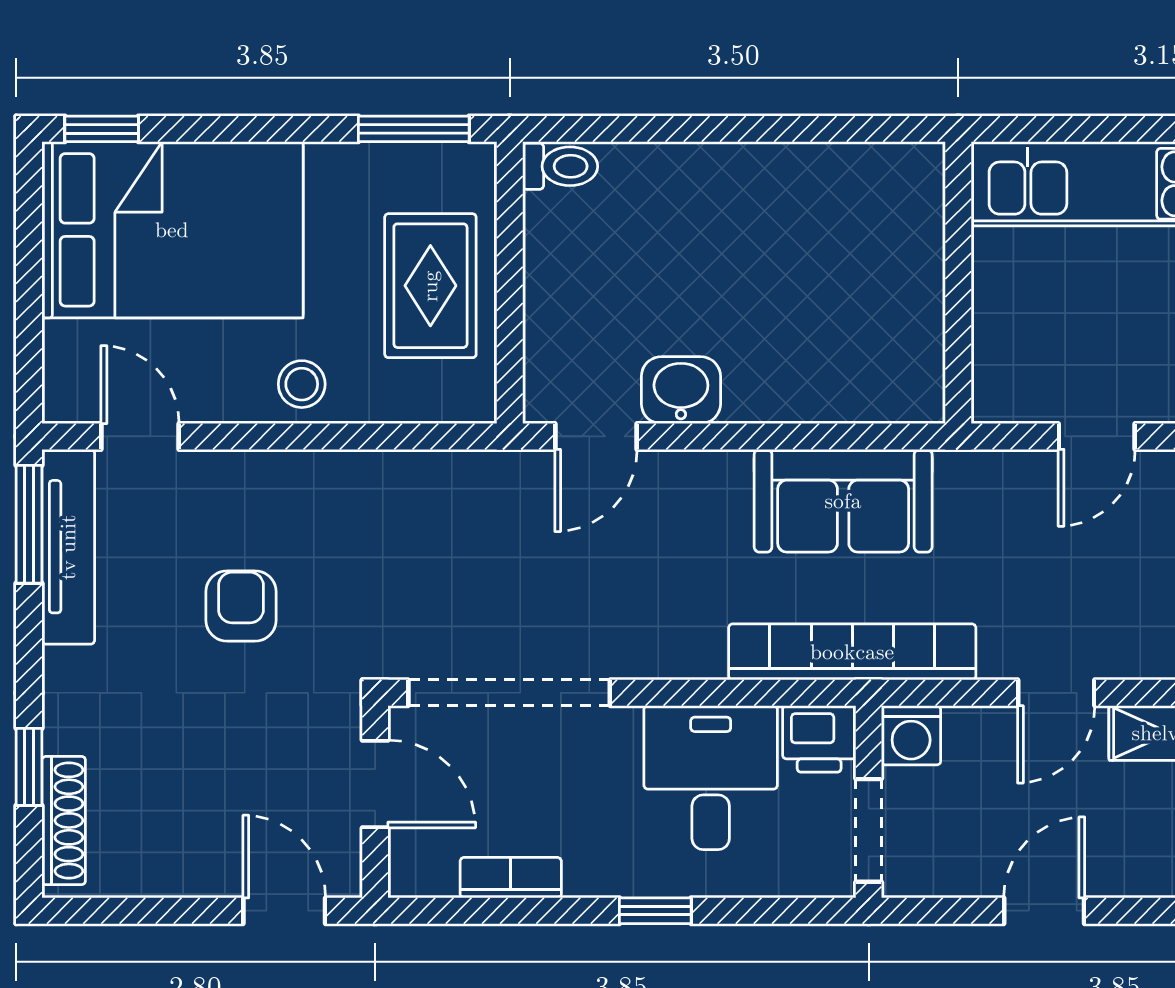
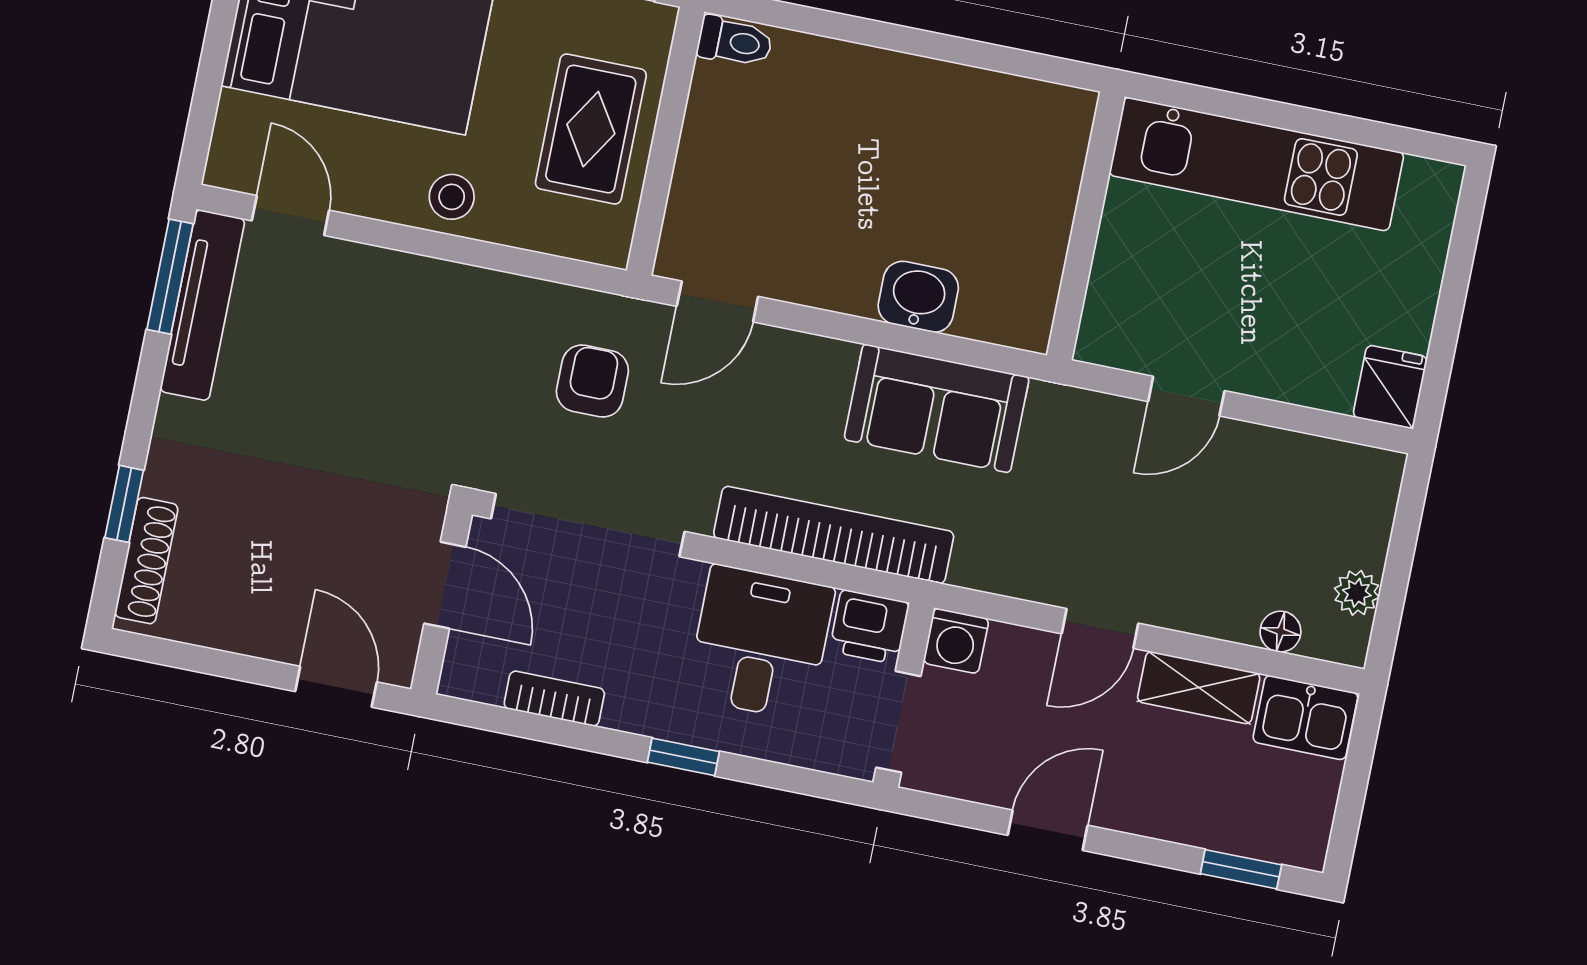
washbasin: (681, 390) -> (918, 297), moved
armchair: (241, 606) -> (592, 381), moved
bookcase: (852, 652) -> (834, 535), moved

